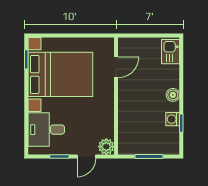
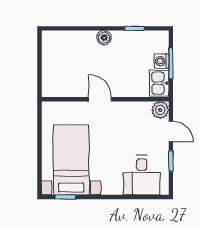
kitchen sink: (170, 52) -> (159, 83), moved, turned 90
door: (116, 67) -> (100, 99), moved
bed with nightstands: (60, 74) -> (71, 160), width x0.73
washing machine: (173, 119) -> (162, 61), moved, turned 90

